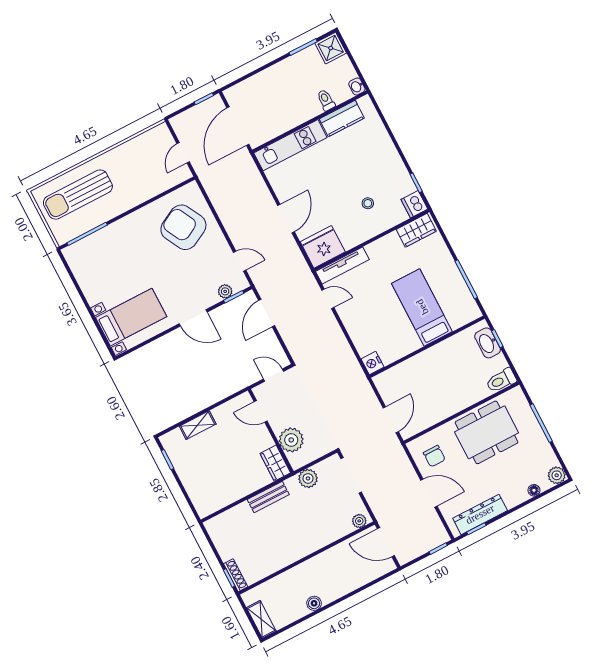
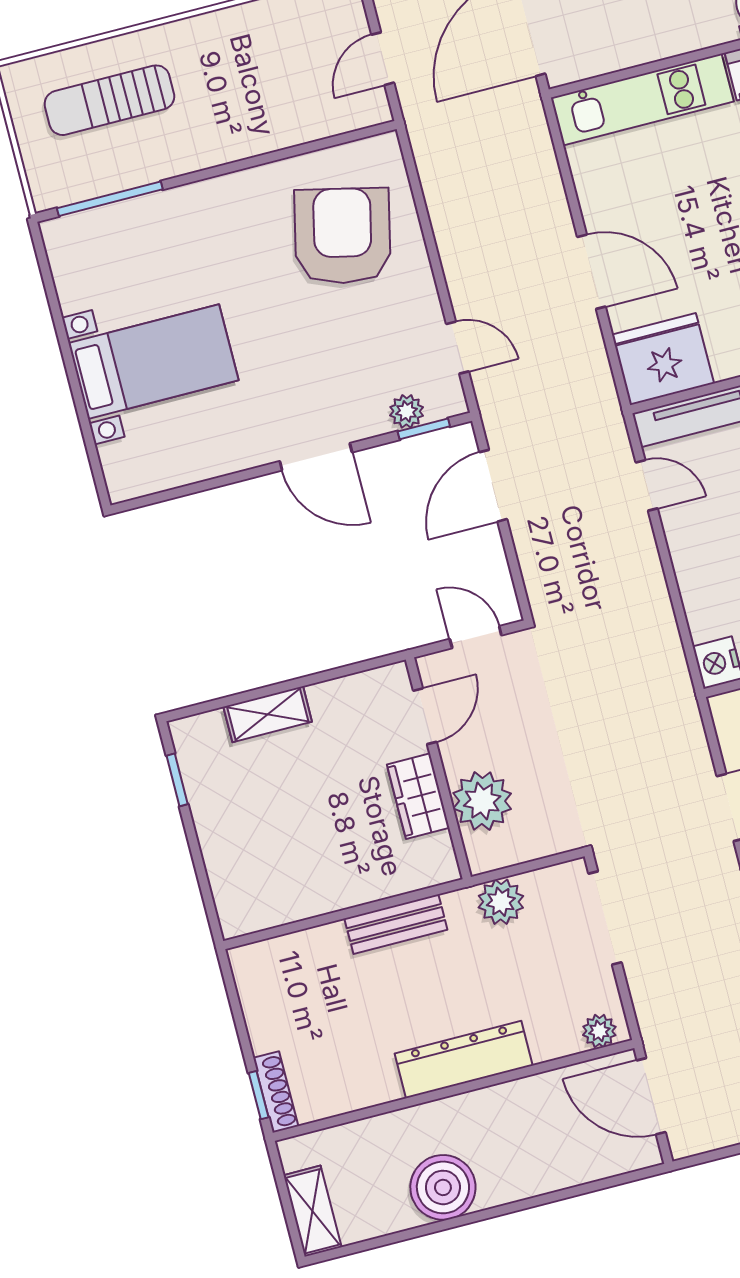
sun lounger: (78, 195) -> (109, 100), width x0.73, depth x0.75
door: (286, 219) -> (591, 272), hinge flipped
armchair: (183, 227) -> (342, 236), turned 41
bed with nightstands: (131, 317) -> (153, 362), moved
door: (261, 411) -> (425, 716), swing flipped
wardrobe: (275, 463) -> (418, 796), moved
dresser: (308, 545) -> (464, 1060), added
boiler: (314, 603) -> (443, 1187), width x1.86, depth x1.86

